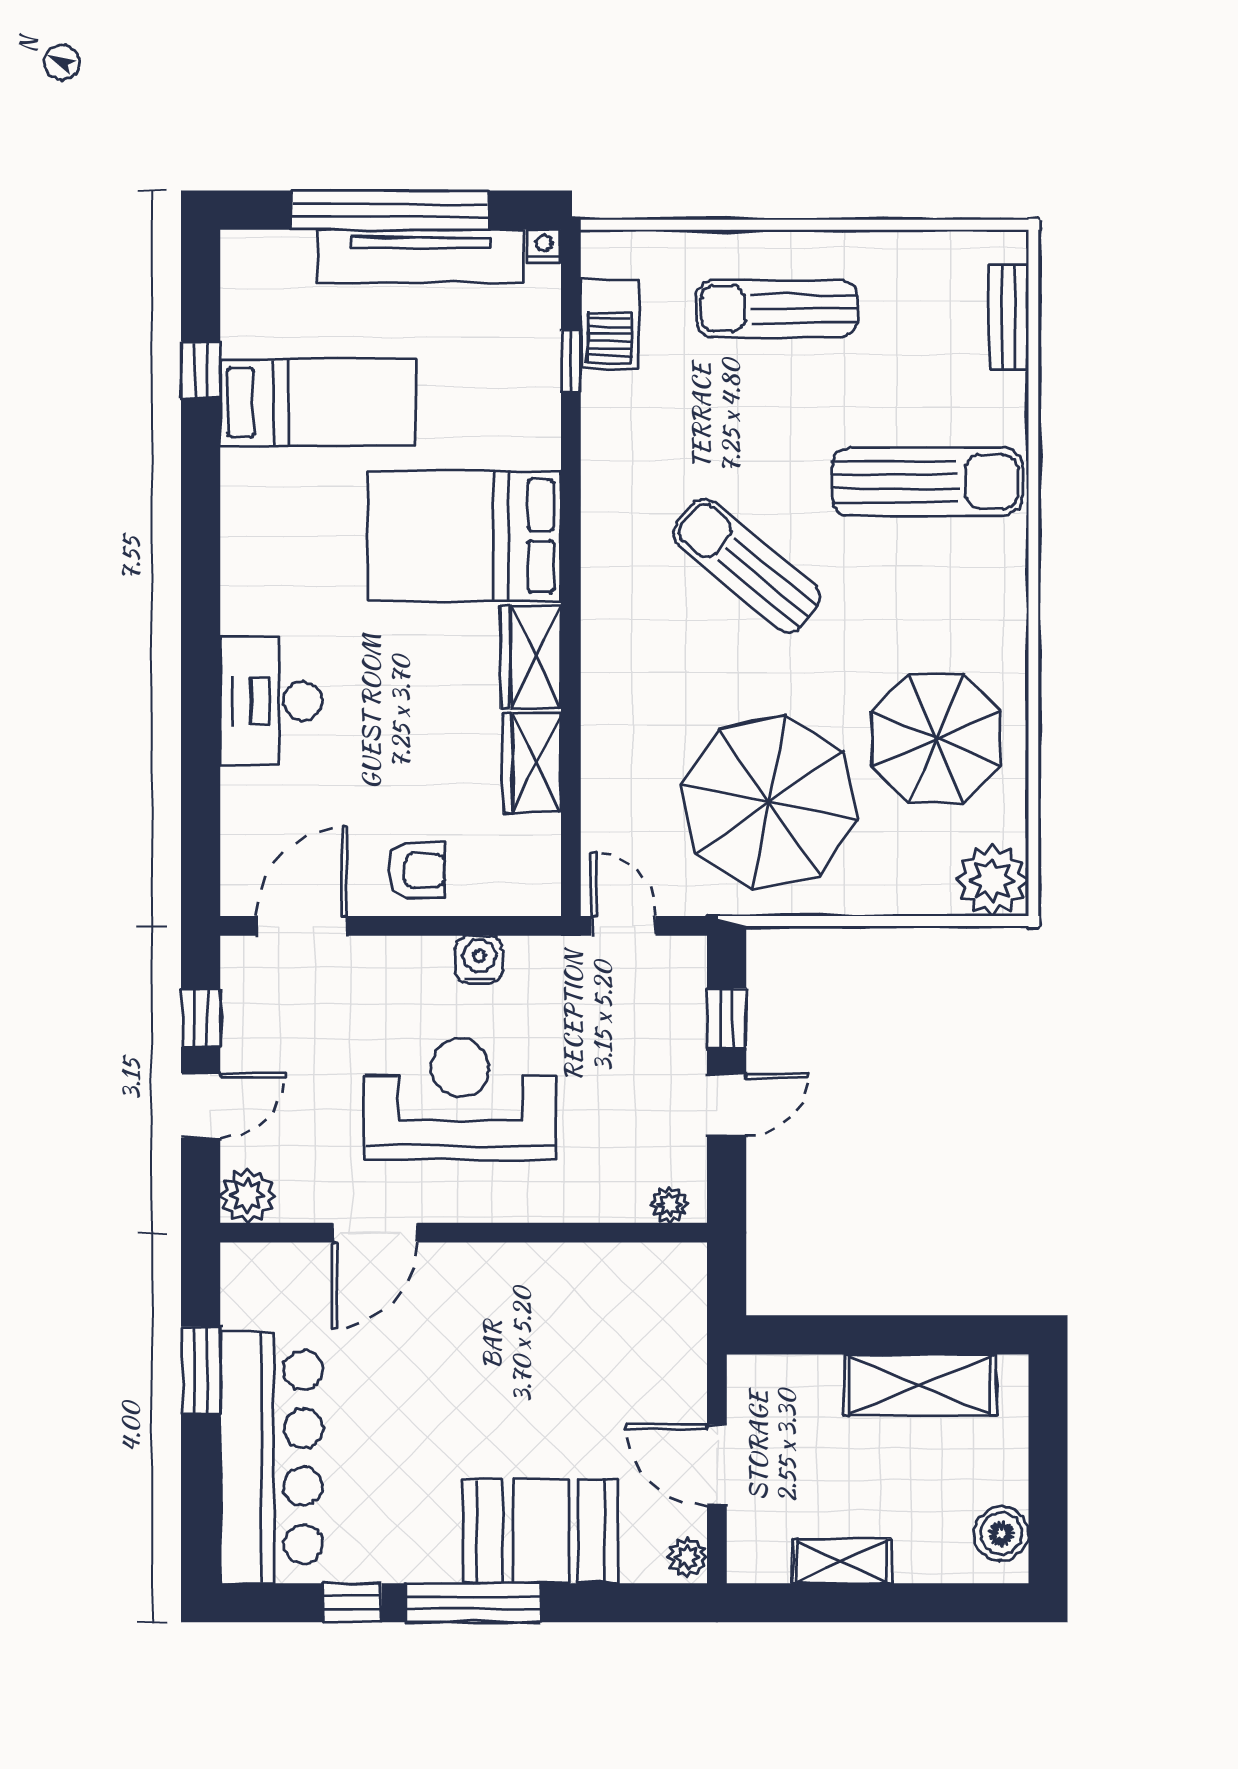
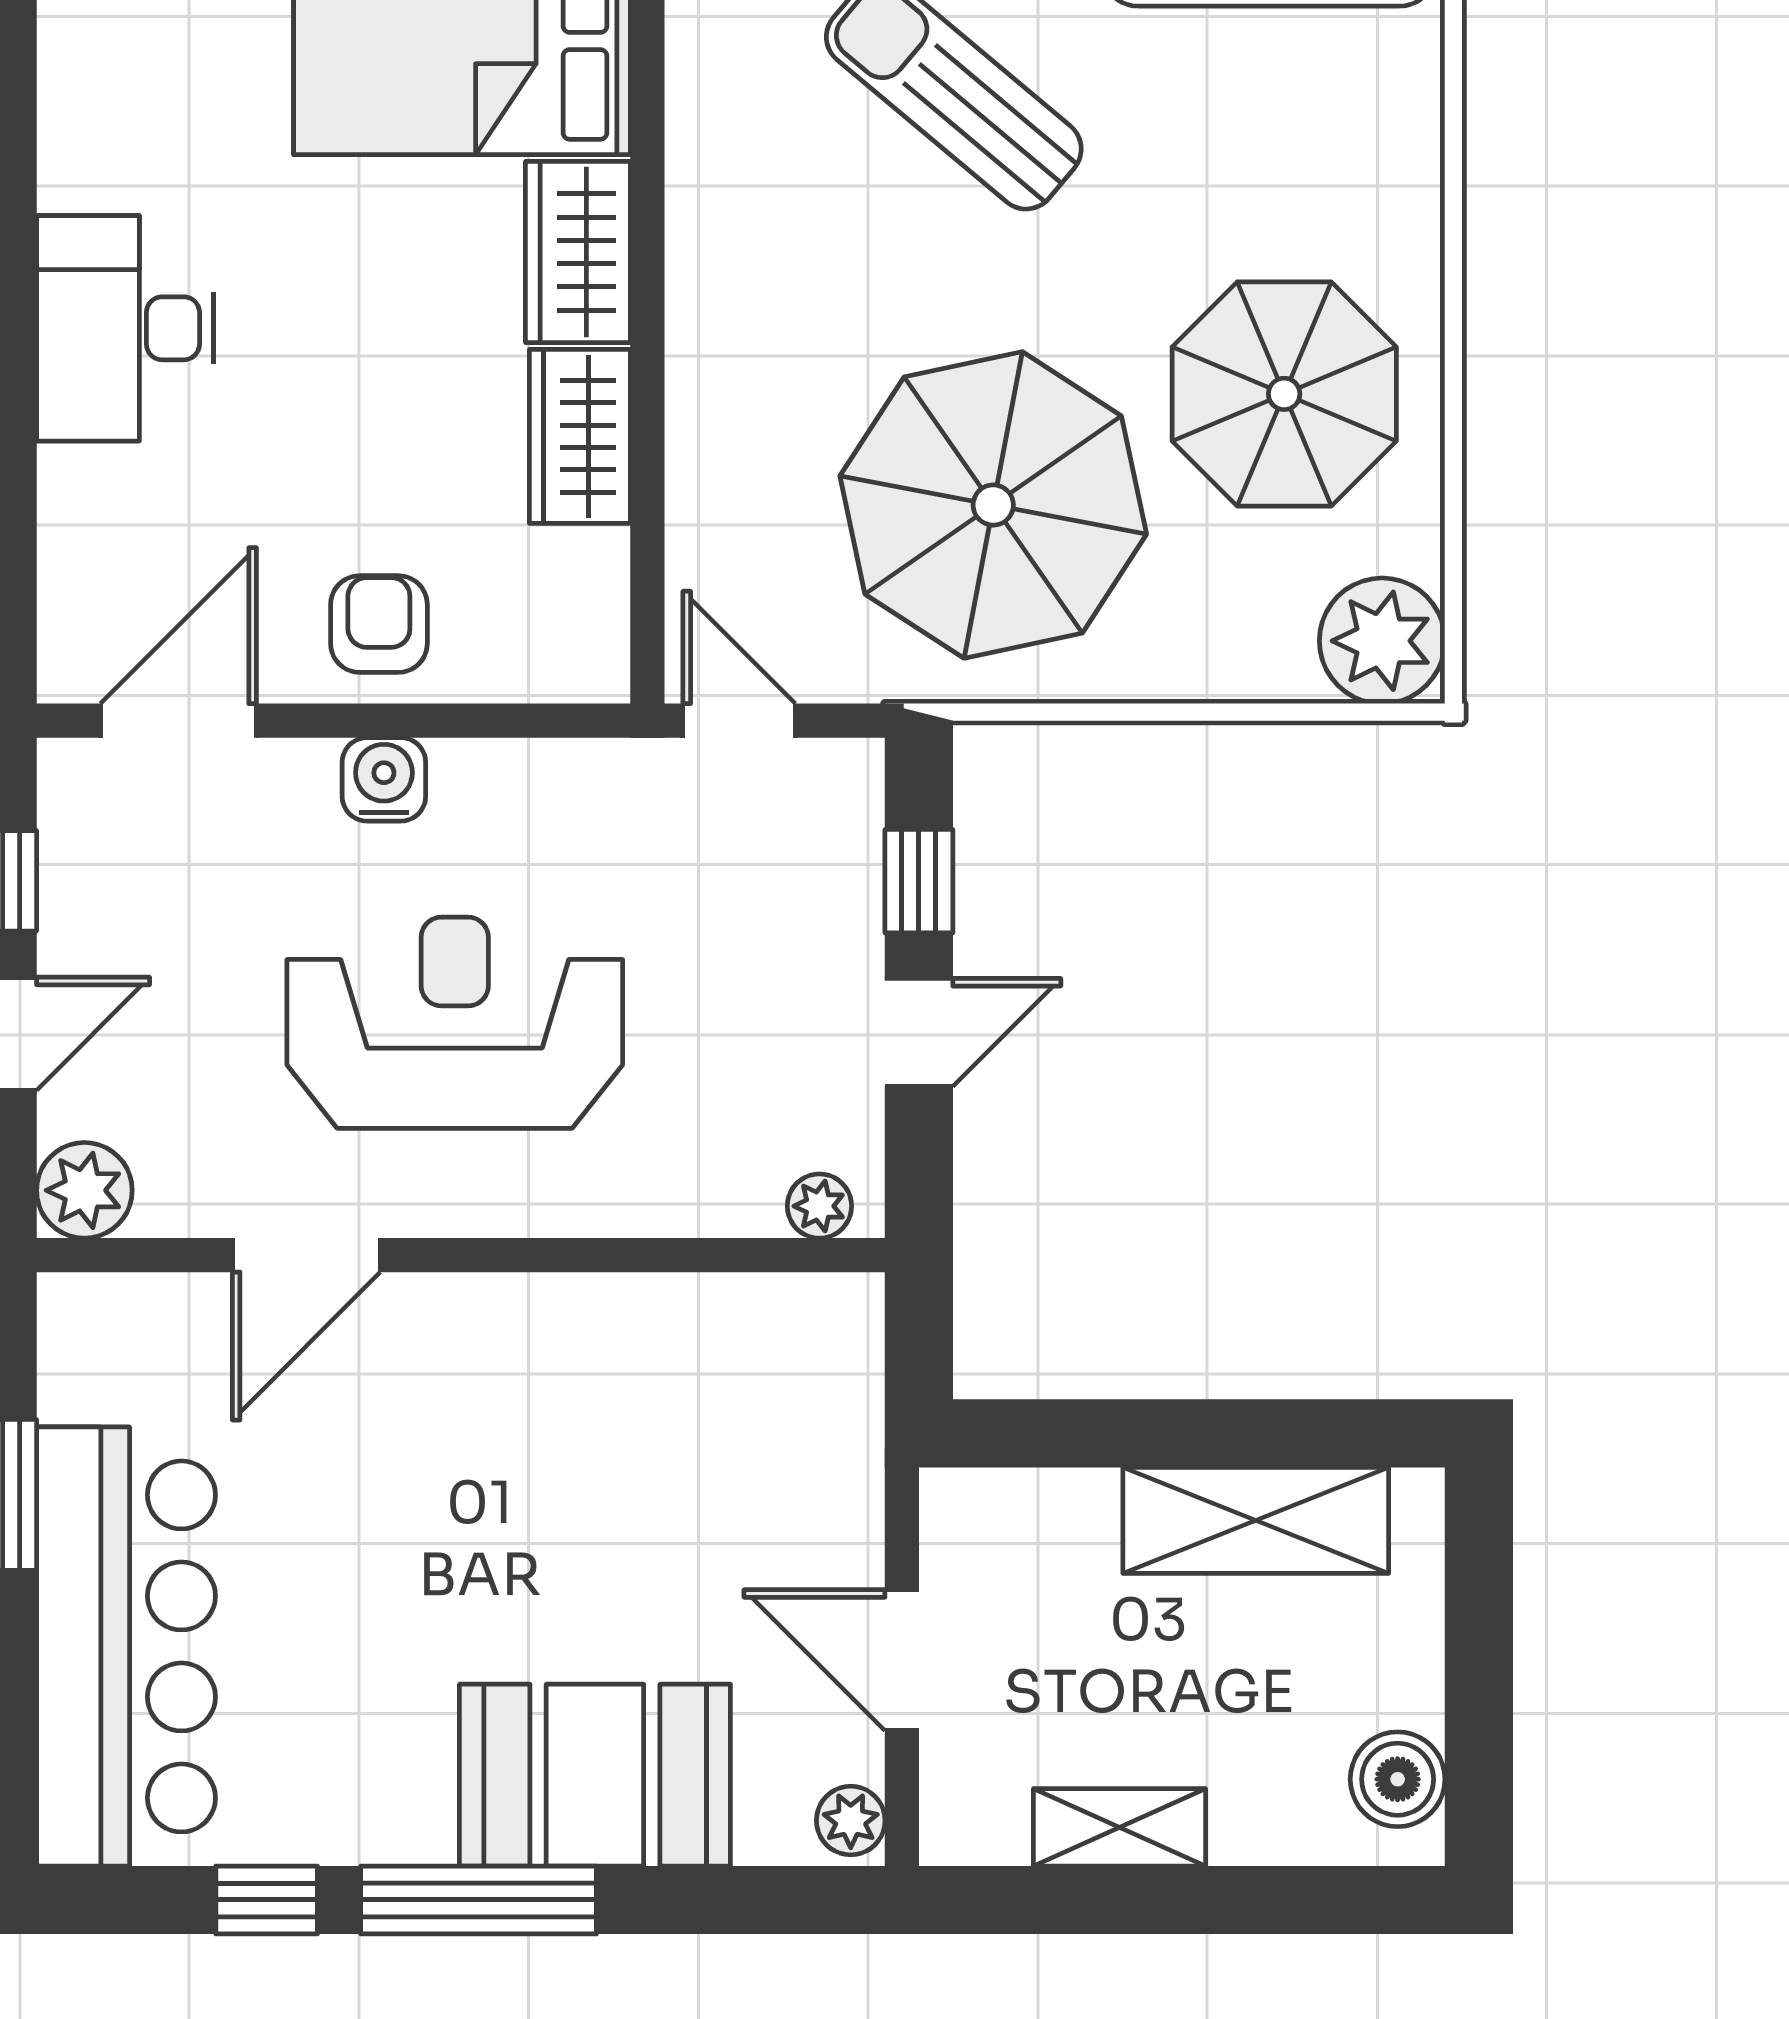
armchair: (417, 870) -> (379, 624), turned -90
water cooler: (479, 960) -> (384, 779), moved

